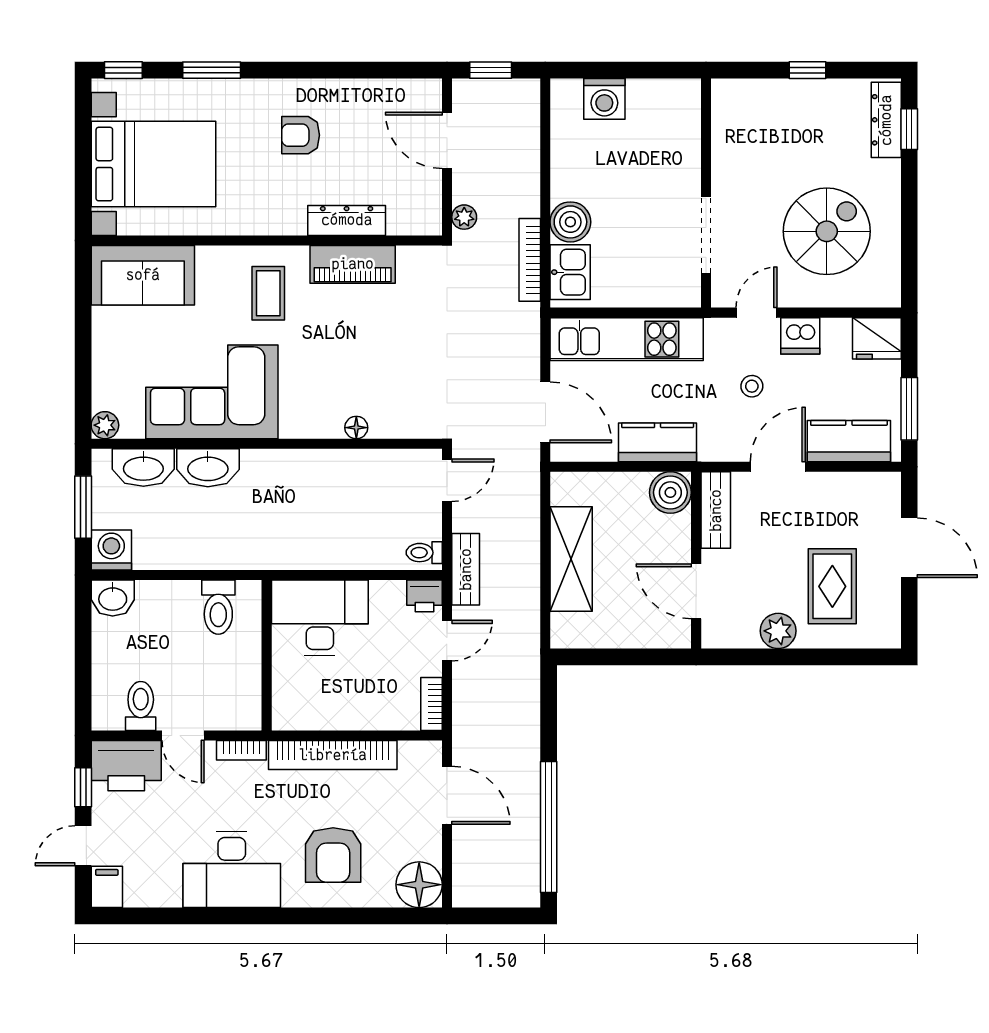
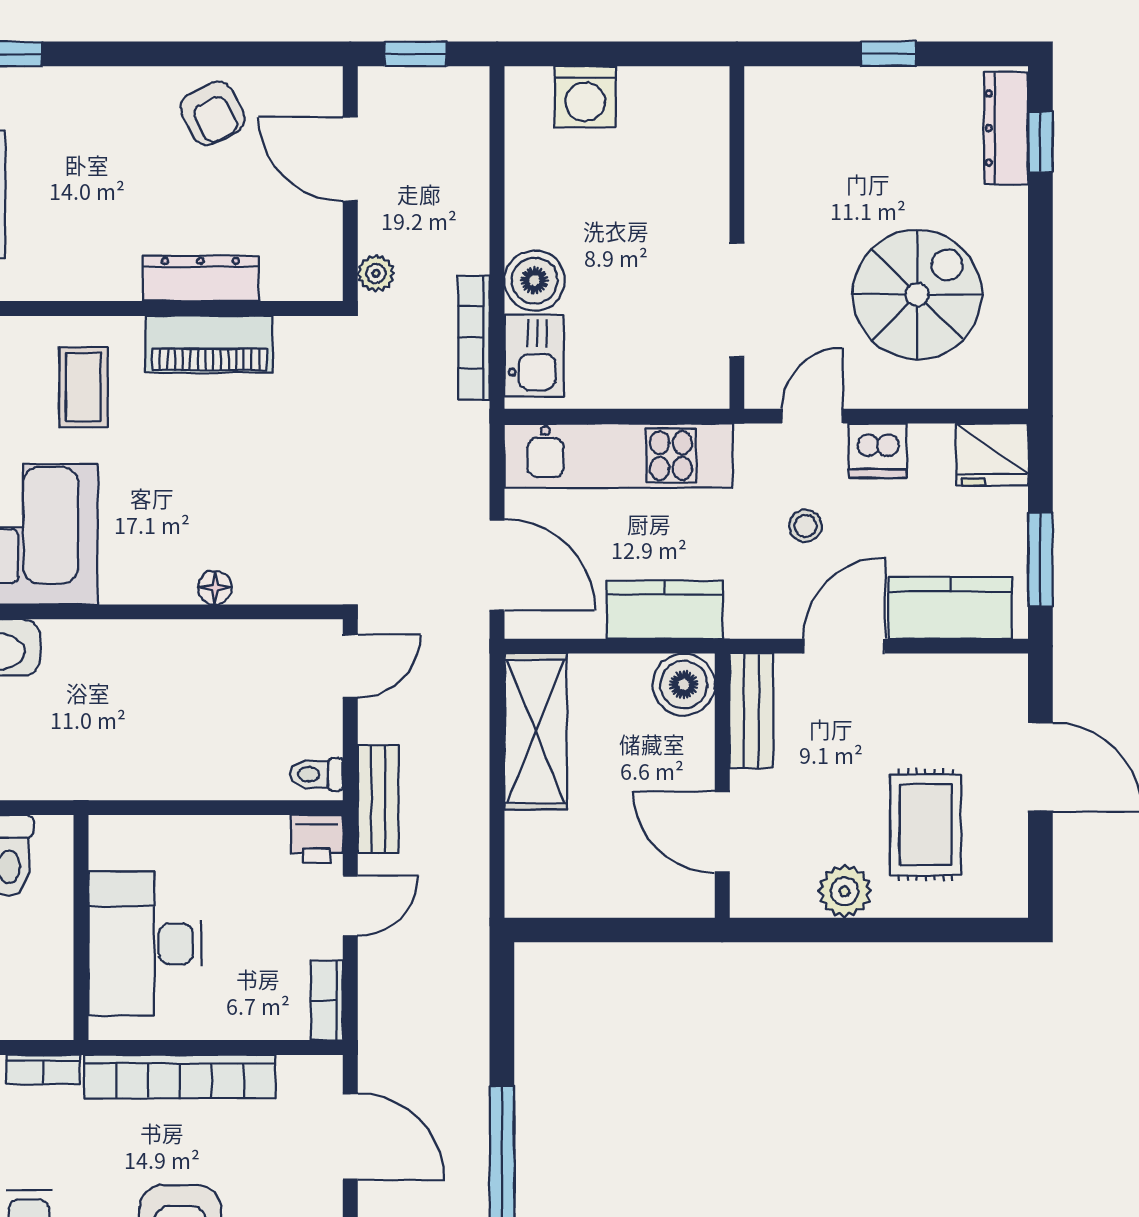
armchair: (301, 135) -> (212, 113), moved, turned -118
shelving: (571, 559) -> (536, 732), moved
desk: (320, 618) -> (145, 944), moved, turned -90

